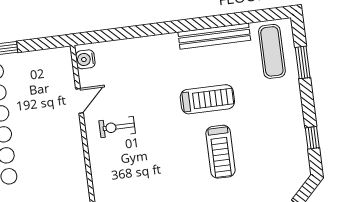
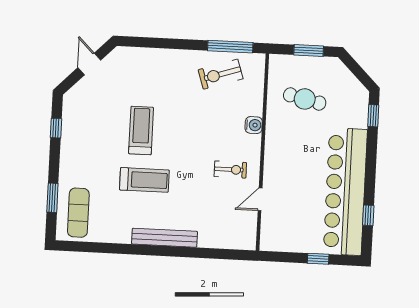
bench: (214, 36) -> (165, 238), moved
water cooler: (85, 59) -> (254, 125), moved
treadmill: (207, 99) -> (144, 180), turned 180

